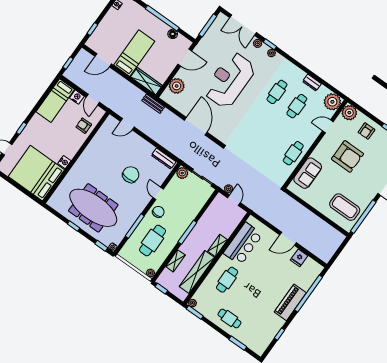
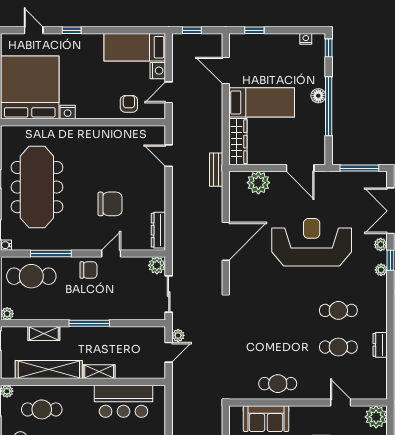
floor lamp: (173, 34) -> (318, 96), moved
plant: (332, 102) -> (375, 387), removed
cafe table: (153, 240) -> (31, 276), moved
cafe table: (227, 280) -> (42, 409), moved

